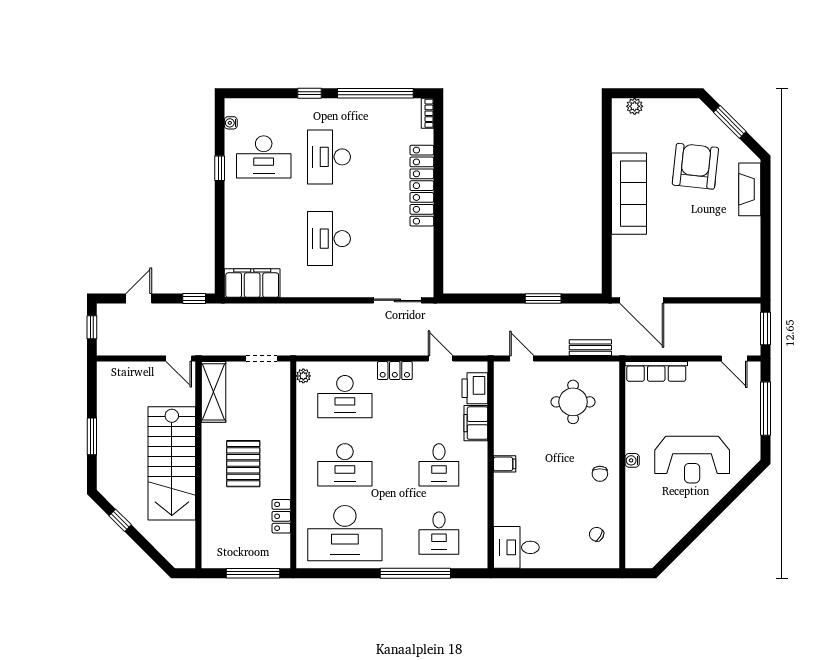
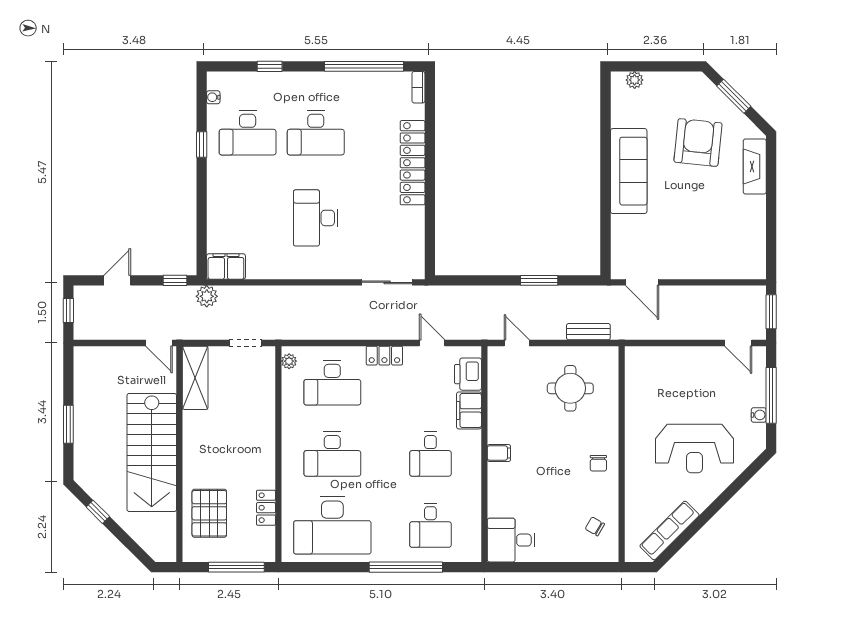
window: (310, 93) -> (270, 66), moved
desk: (329, 157) -> (316, 133), turned -90
filing cabinet: (252, 283) -> (226, 267), width x0.67, depth x0.86
door: (642, 300) -> (642, 282), width x0.73
plant: (224, 314) -> (207, 296), added
row of seats: (656, 371) -> (670, 530), moved, turned 135
water cooler: (632, 460) -> (759, 415), moved, turned 180
pallet: (243, 464) -> (209, 513), moved

